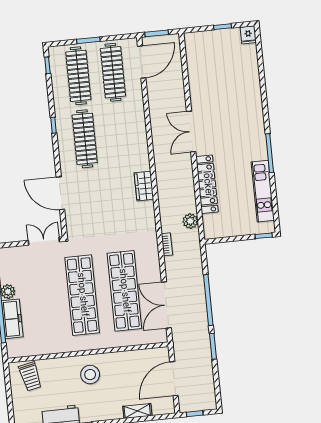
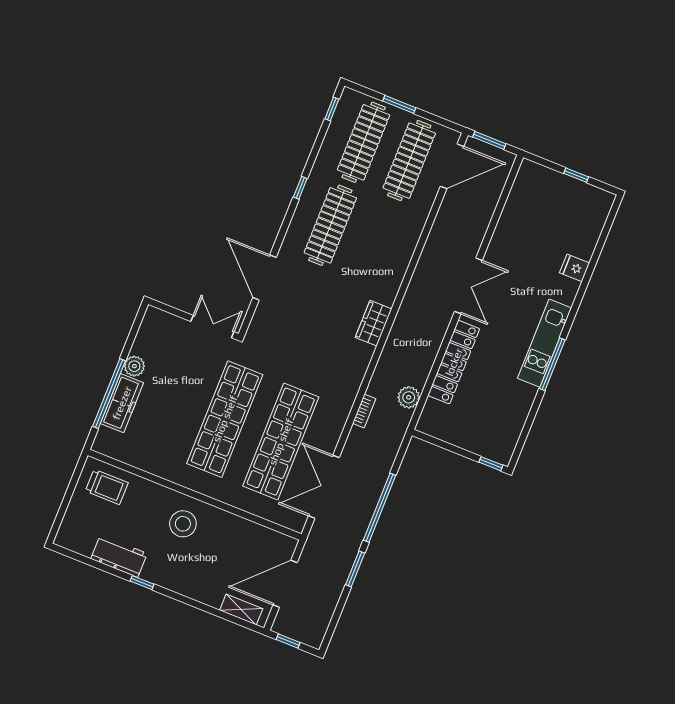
fridge: (248, 35) -> (575, 268), moved, turned 90
double door: (191, 132) -> (468, 286), swing flipped
kitchen unit: (263, 191) -> (545, 343), moved
trolley: (30, 376) -> (107, 487), turned -78
shelving: (137, 411) -> (241, 610), moved

